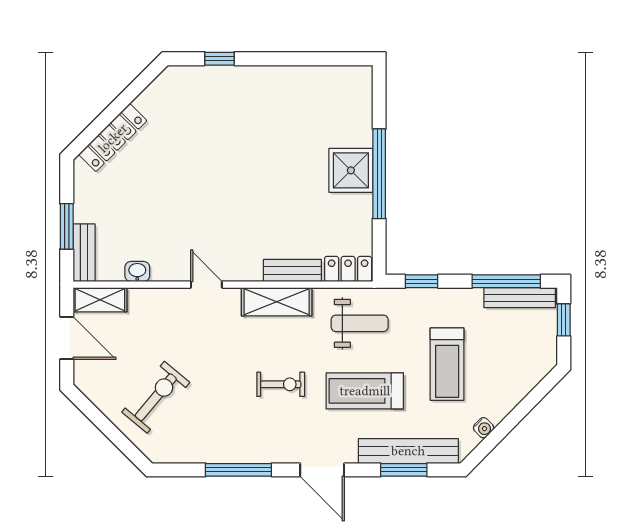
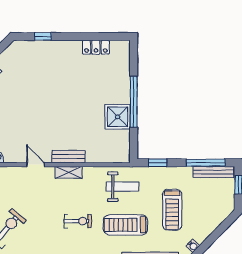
shower: (351, 170) -> (118, 117), moved
locker: (348, 269) -> (96, 47), moved, turned 180
bench: (292, 270) -> (69, 157), moved
shelving: (277, 302) -> (69, 172), width x0.67, depth x0.75

